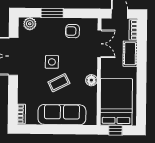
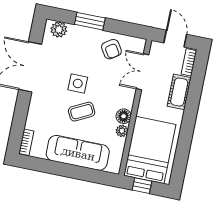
armchair: (73, 31) -> (111, 49), turned -123
double door: (99, 44) -> (142, 72), swing flipped
plant: (92, 91) -> (122, 131), added

